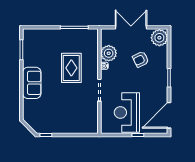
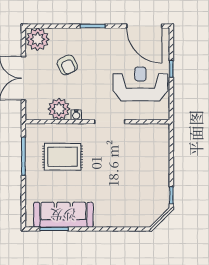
rug: (71, 68) -> (63, 157), moved
sofa: (32, 83) -> (63, 215), moved, width x1.36
reception desk: (127, 113) -> (140, 84), turned 180

